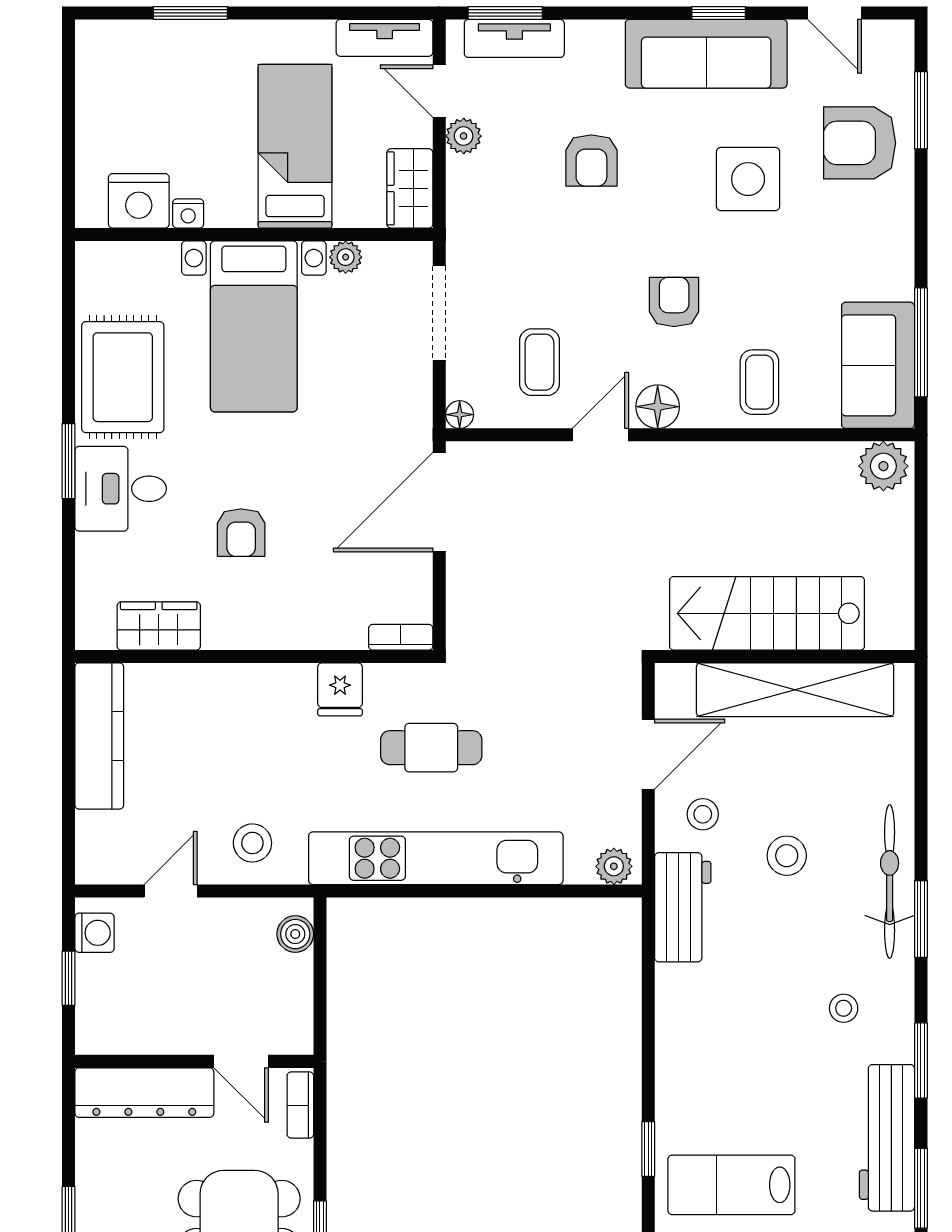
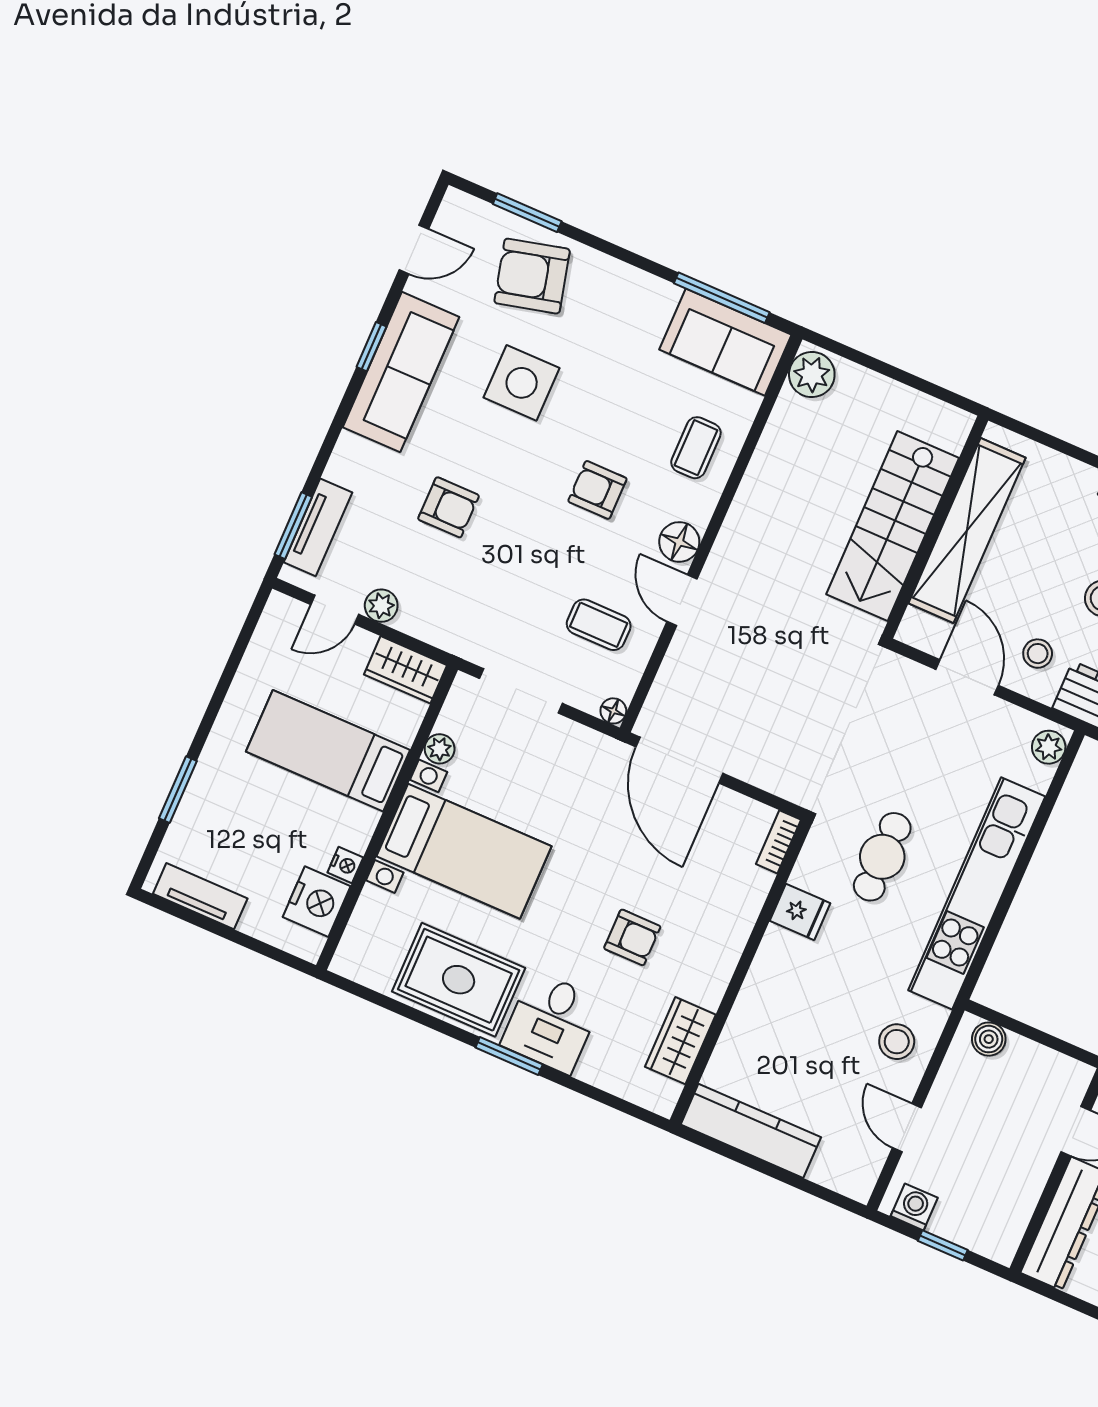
tv unit: (385, 38) -> (200, 896), moved, turned -90
armchair: (860, 143) -> (532, 276), turned 76
coffee table: (759, 382) -> (696, 448), turned 90

